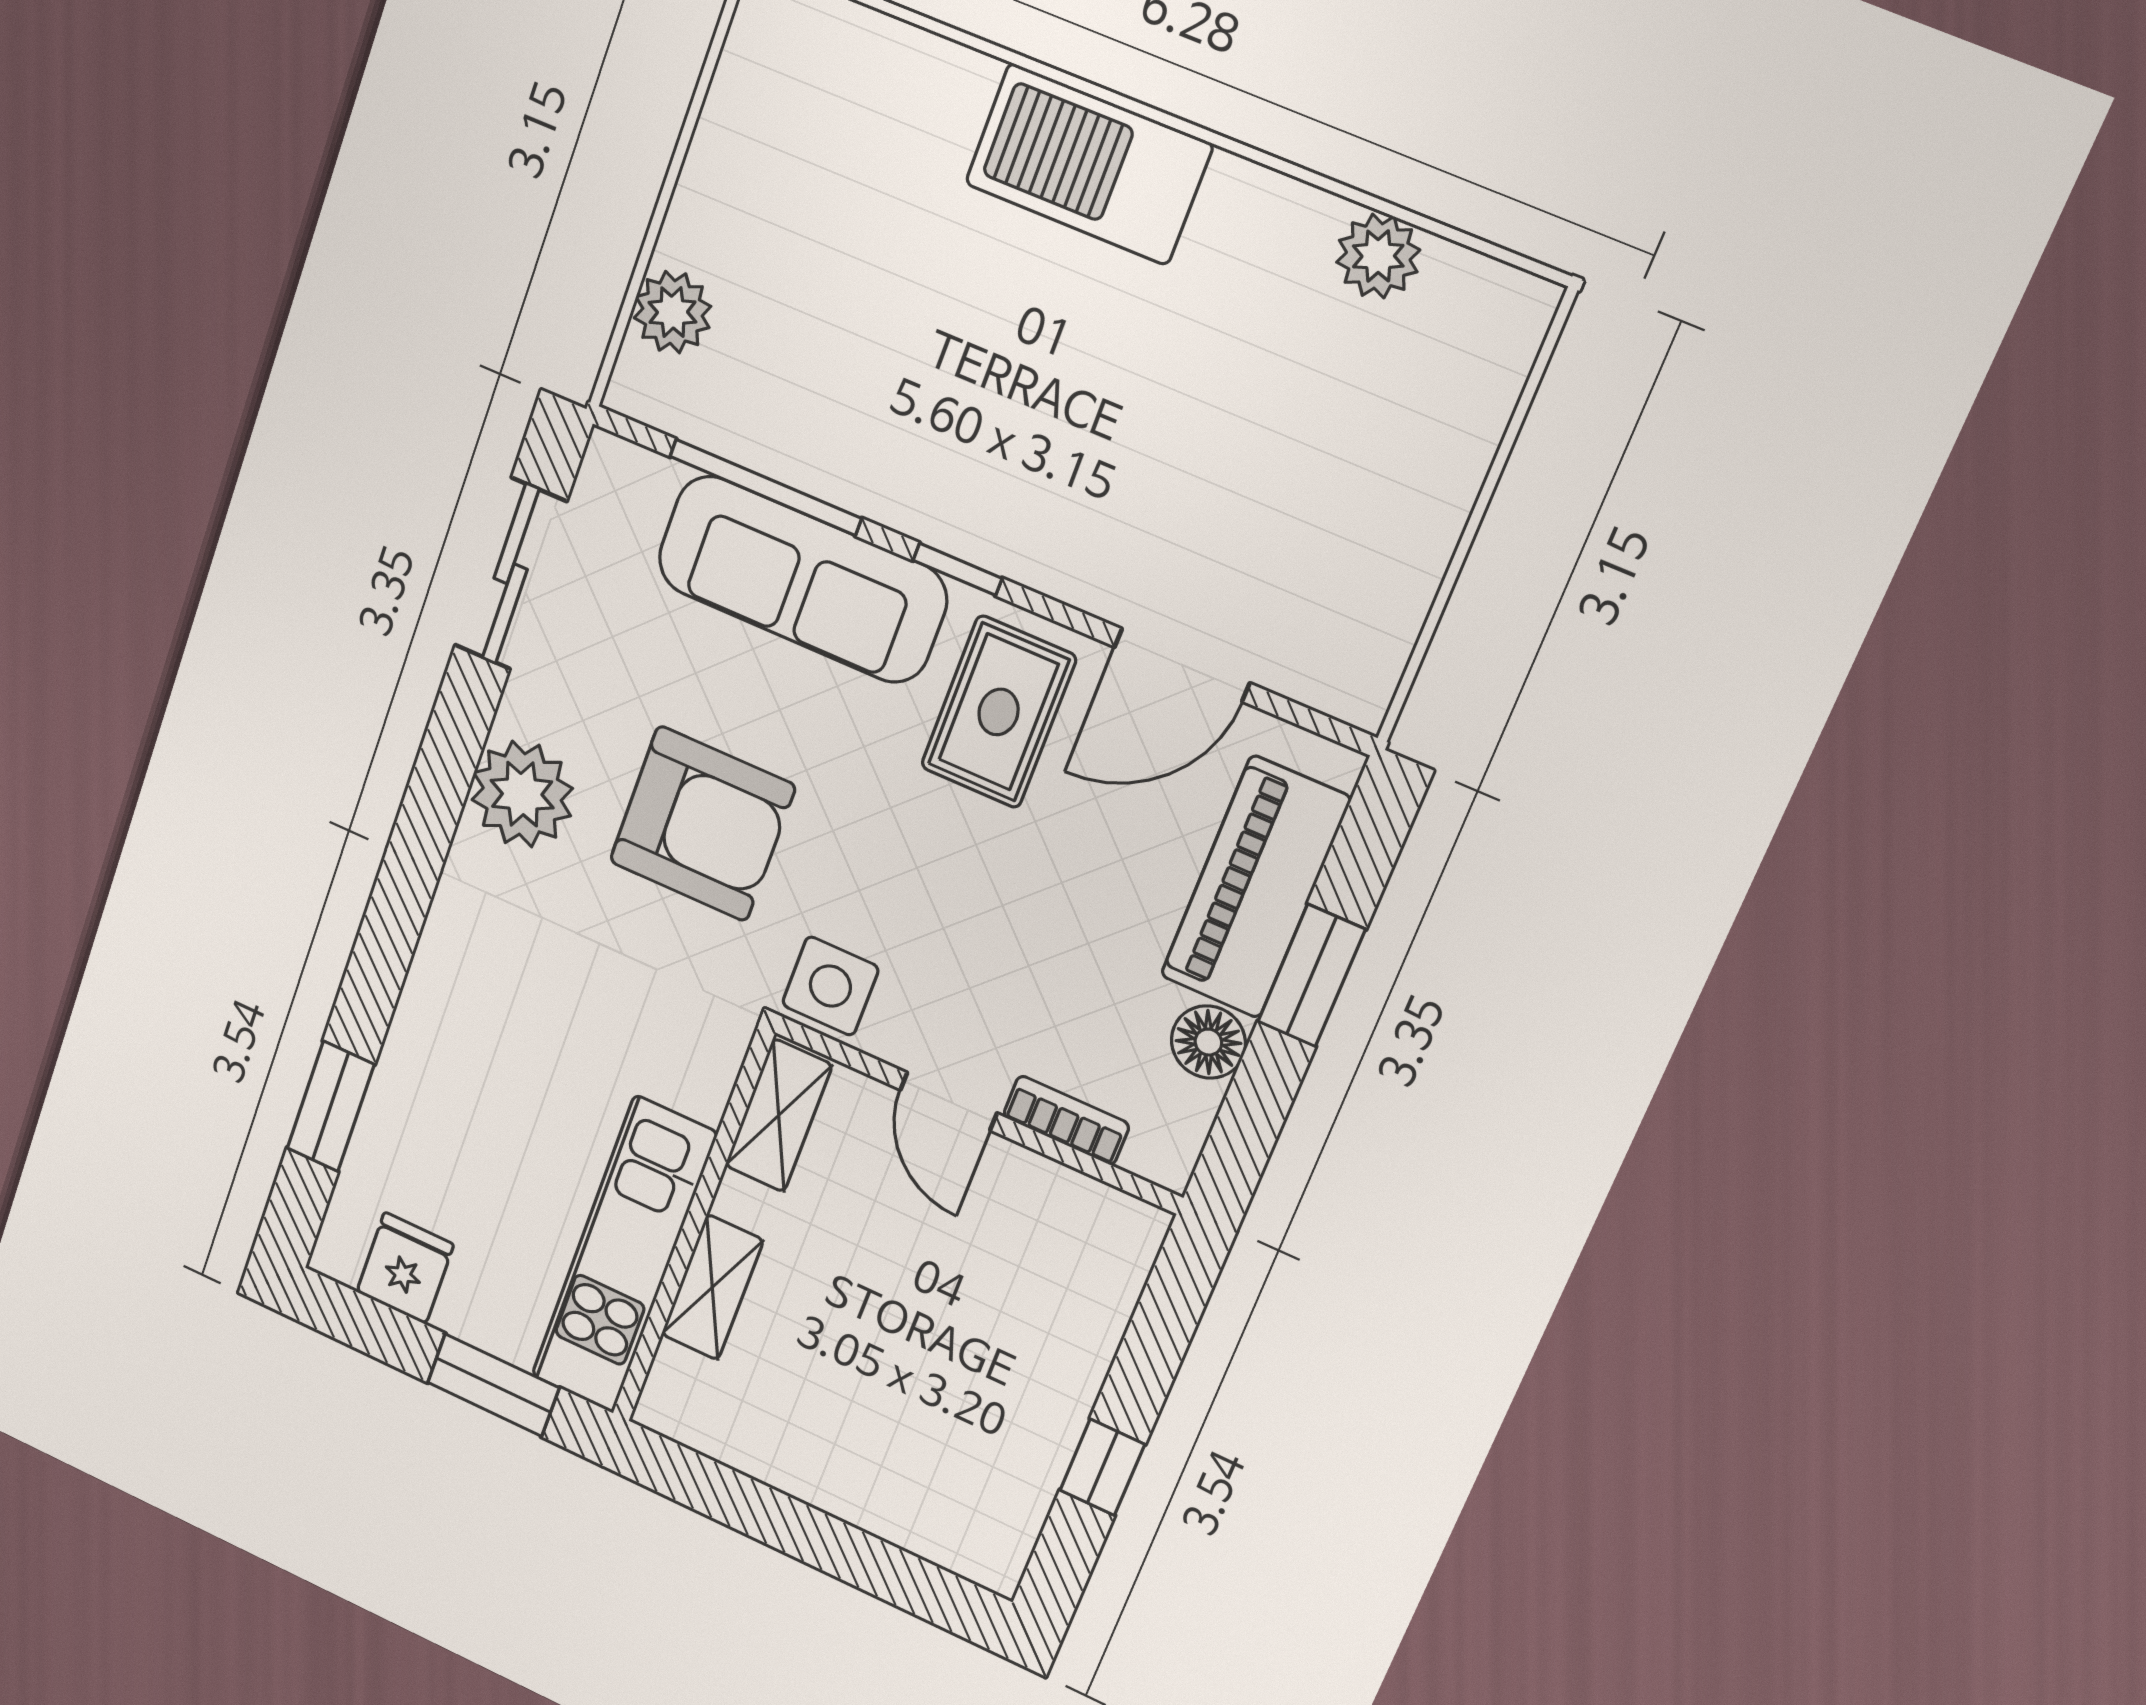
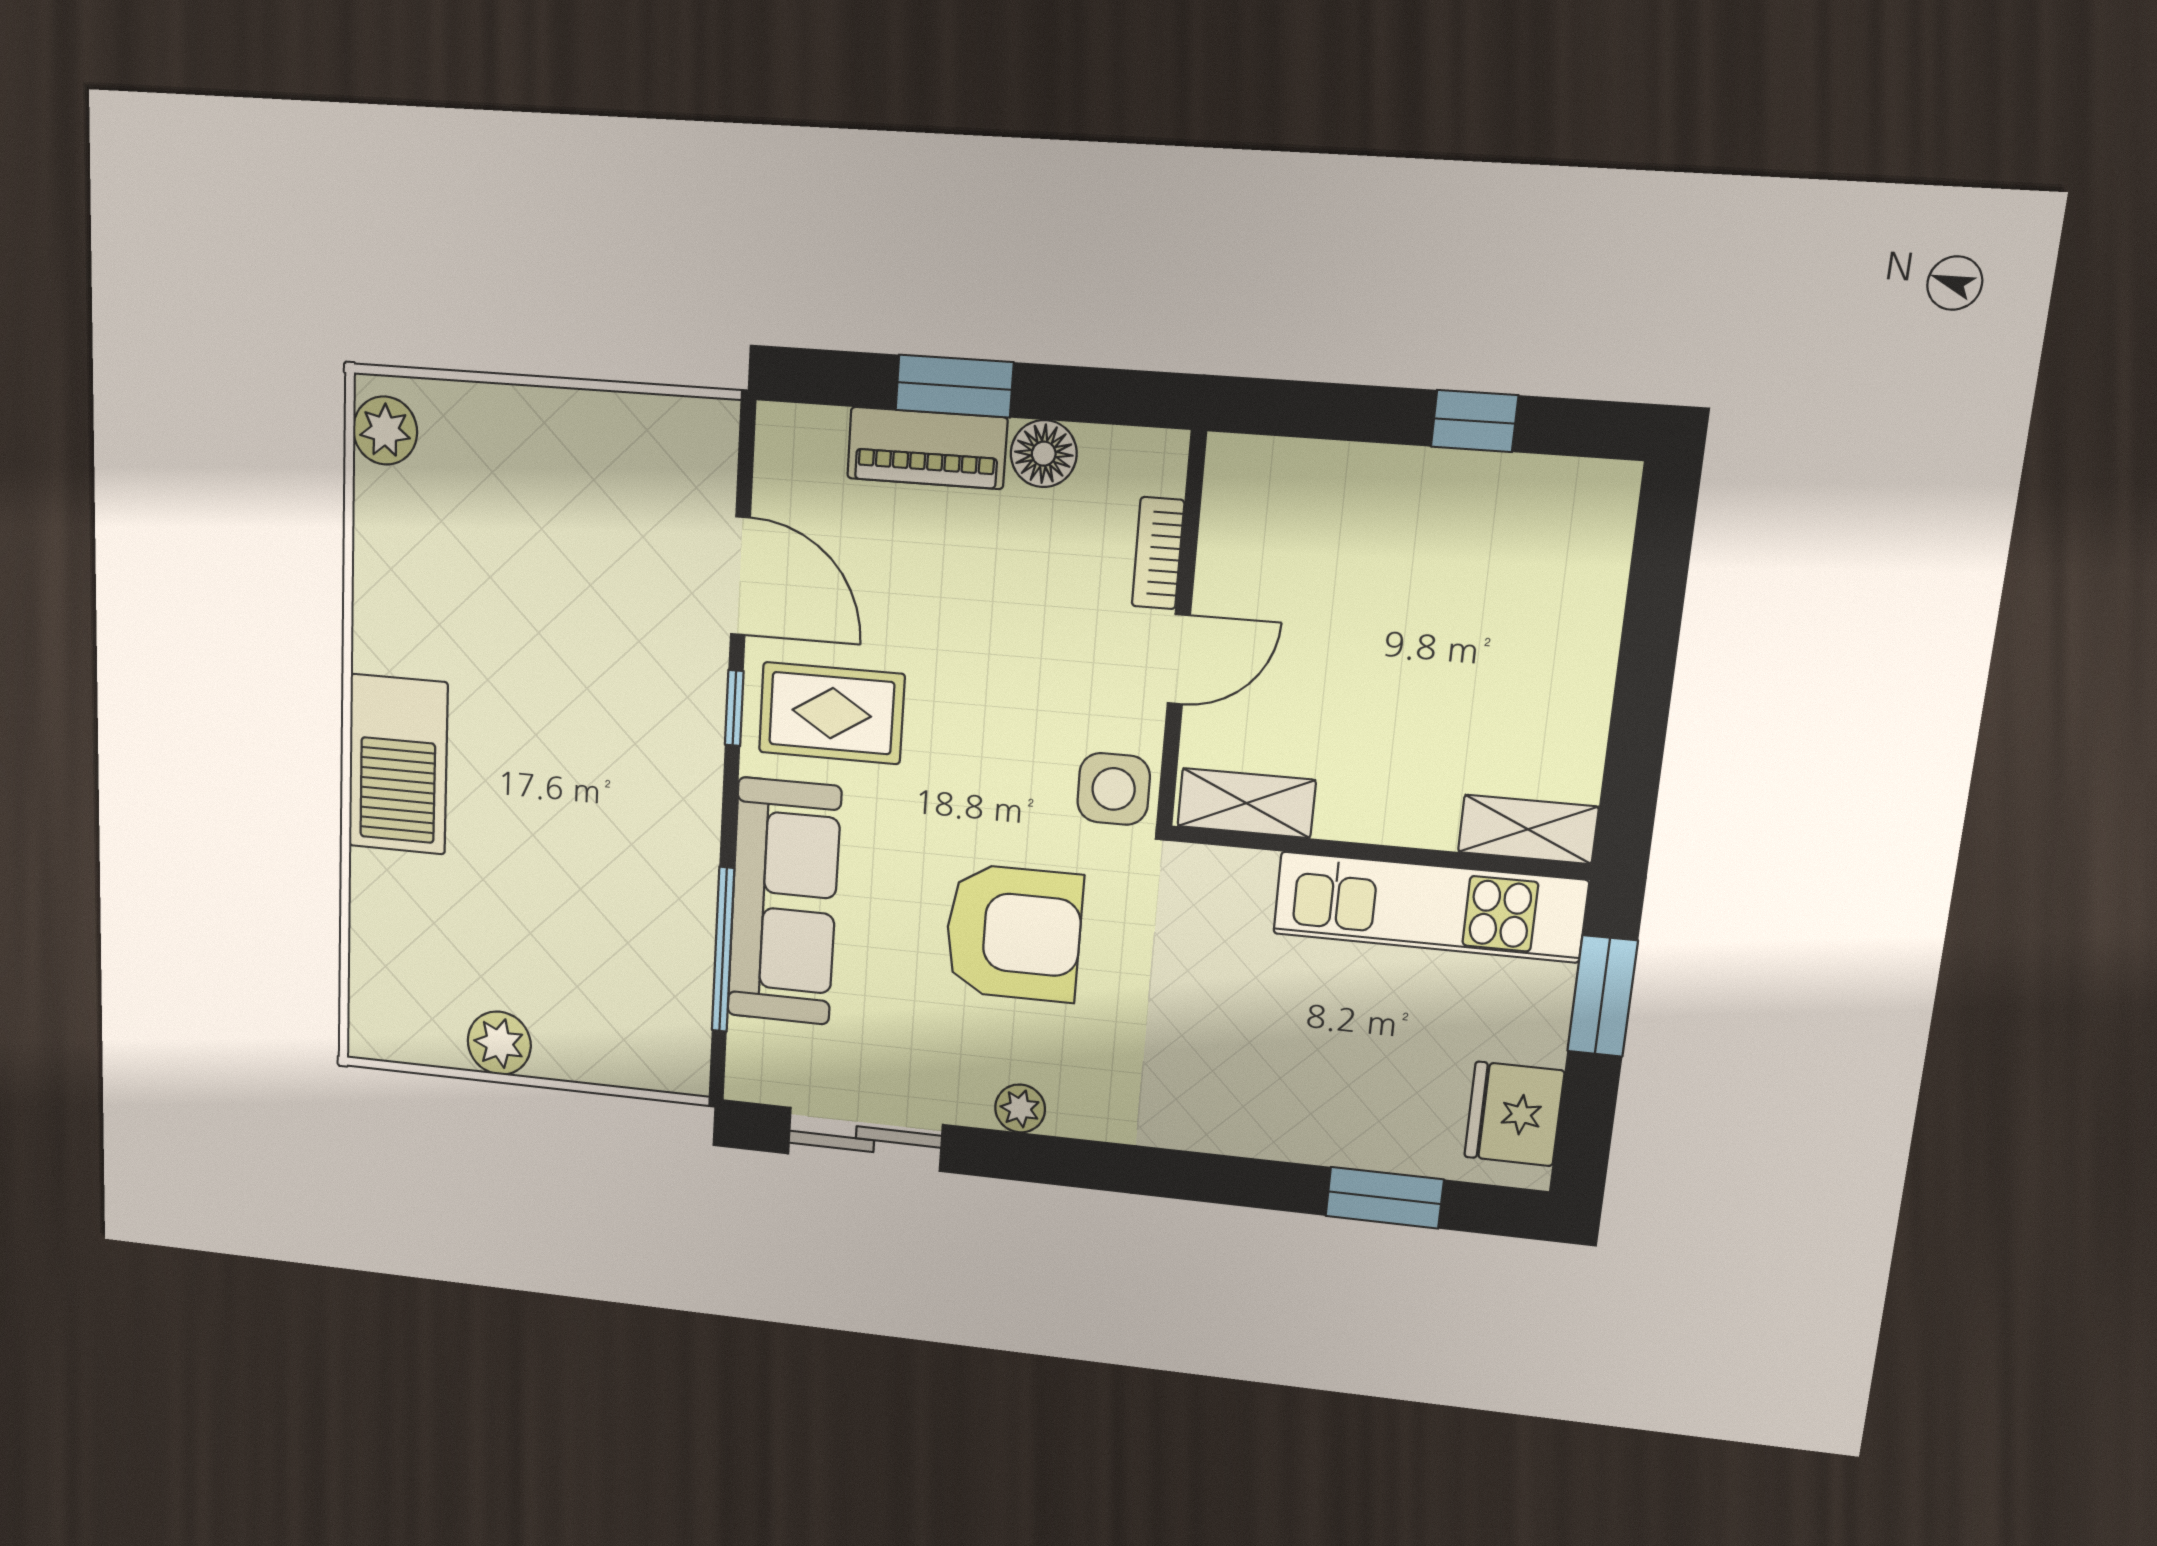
plant: (1378, 256) -> (385, 431), moved
plant: (672, 312) -> (499, 1043), moved
window: (957, 569) -> (734, 708), moved
plant: (522, 794) -> (1020, 1108), width x0.53, depth x0.53
armchair: (702, 824) -> (1013, 933), turned 90
piano: (1255, 887) -> (927, 448), width x0.73, depth x0.75
fridge: (405, 1268) -> (1514, 1114), width x1.38
shelving: (712, 1287) -> (1528, 829), moved

